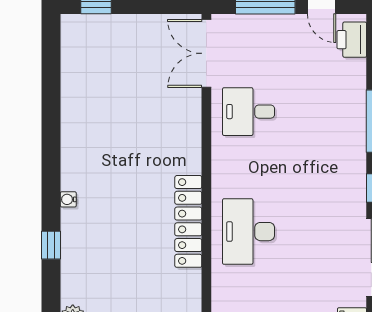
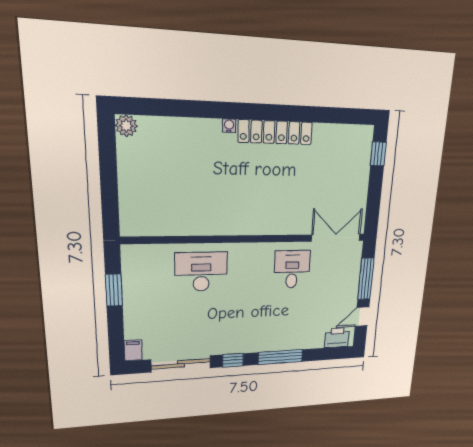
locker: (188, 221) -> (275, 132), moved, turned 180
window: (51, 245) -> (190, 109), removed

